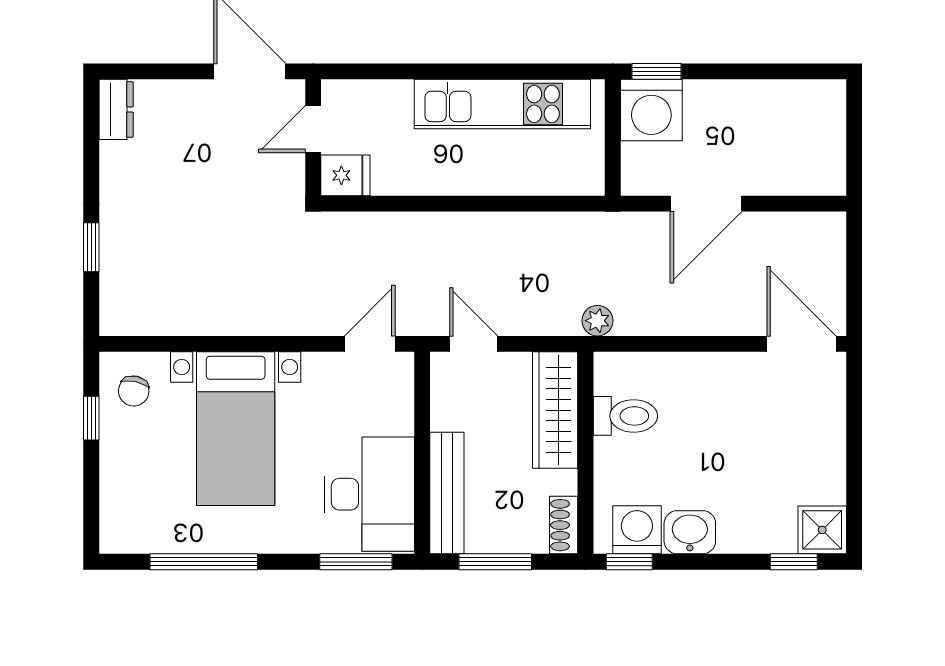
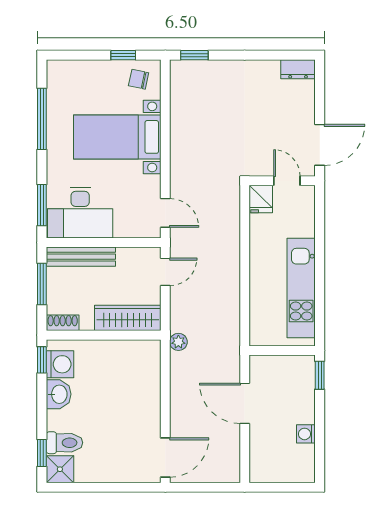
washing machine: (651, 110) -> (306, 434), moved, width x0.53, depth x0.53
window: (91, 247) -> (194, 55), moved
toilet: (625, 416) -> (64, 443), moved, turned -90

